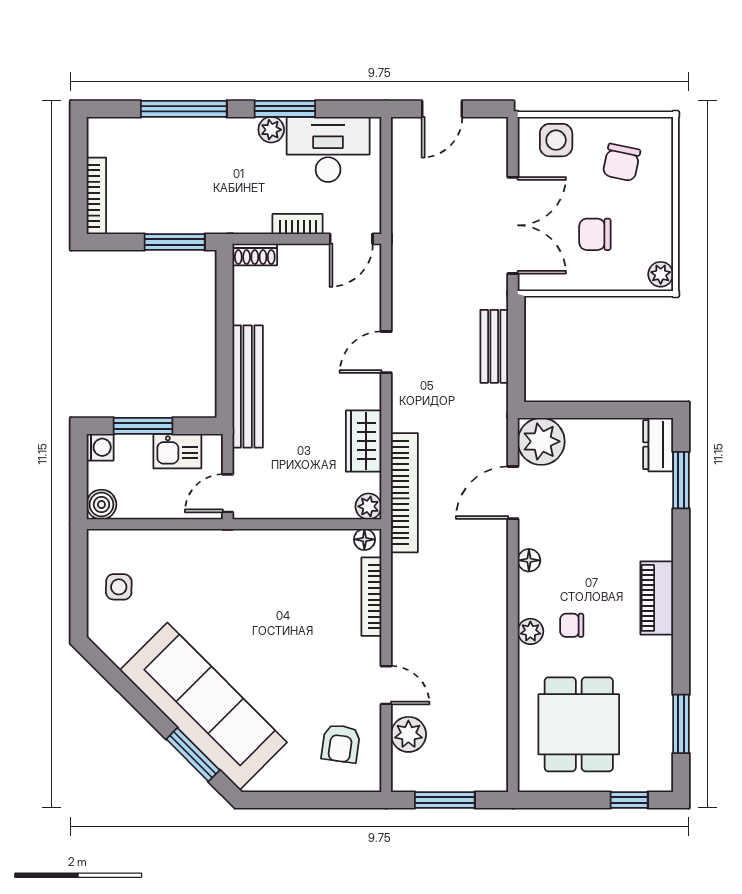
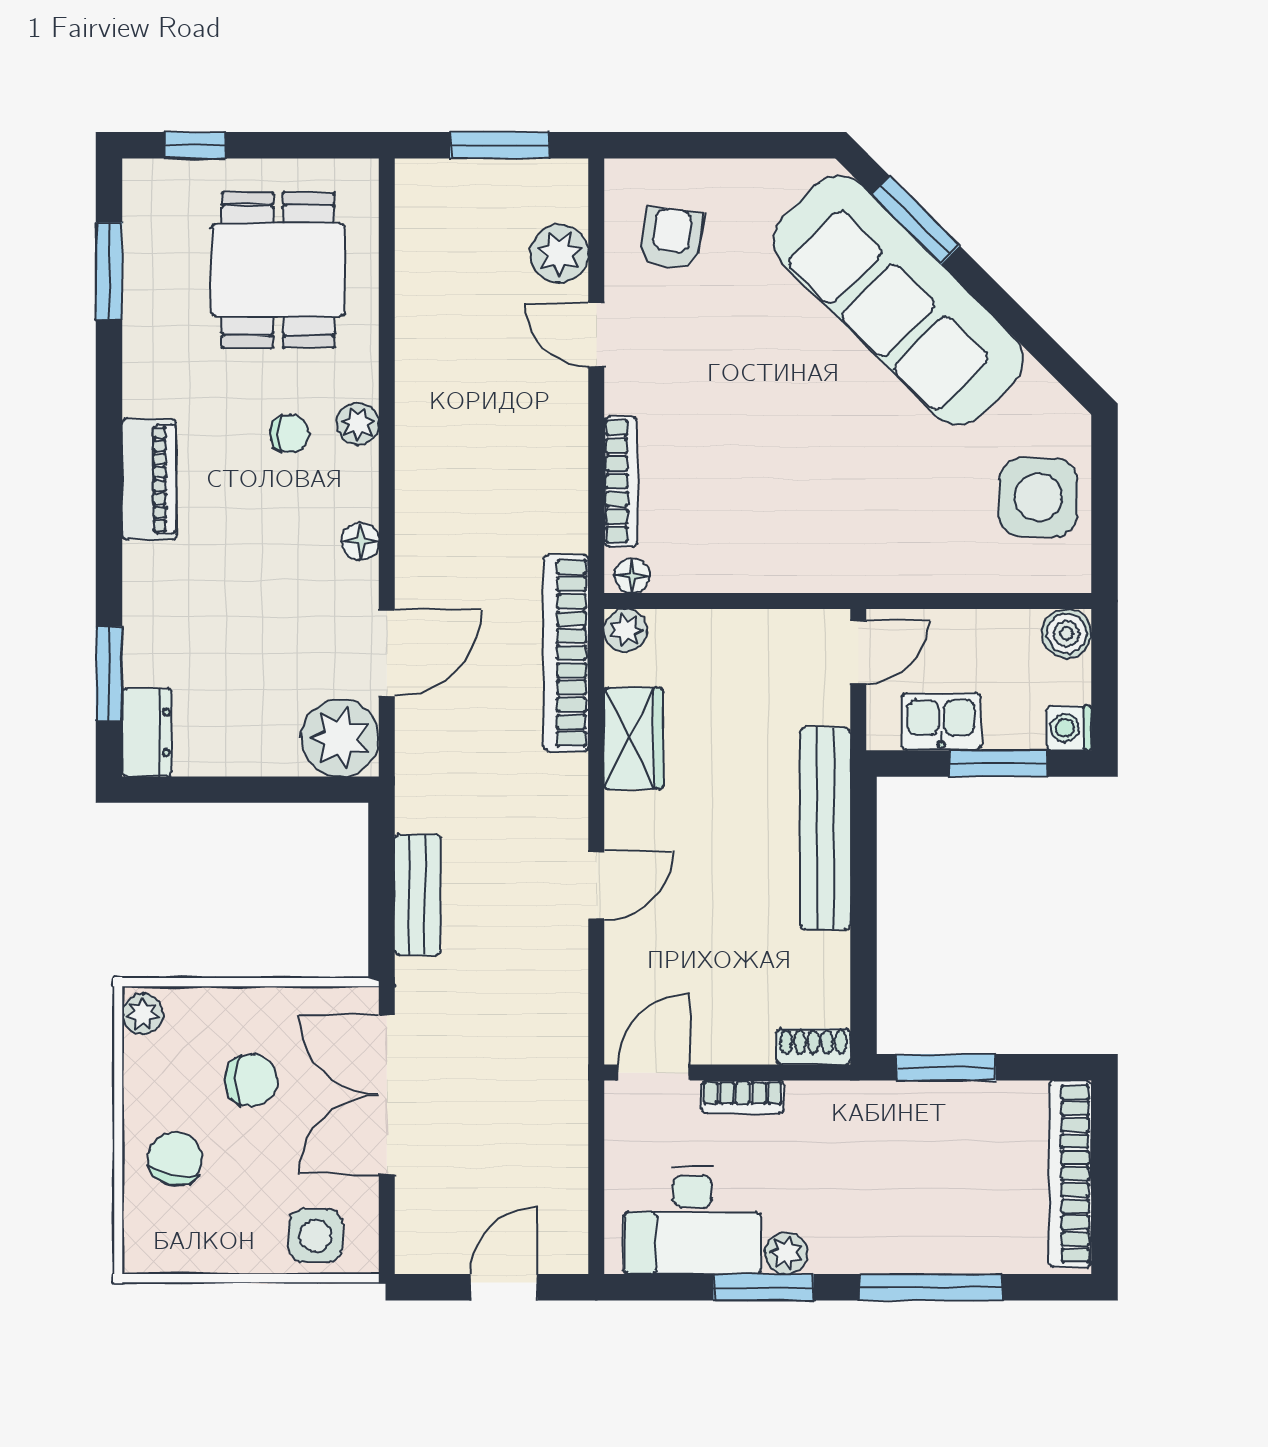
chair: (621, 162) -> (175, 1159), moved
bookcase: (96, 196) -> (1070, 1174), width x1.48, depth x1.31
side table: (119, 587) -> (1038, 497), width x1.87, depth x1.87

